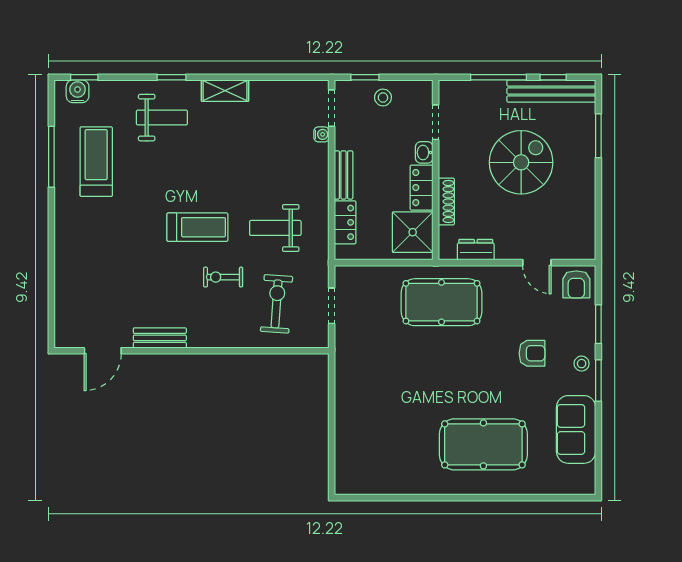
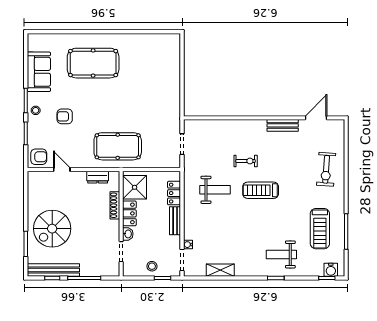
shelving: (225, 91) -> (220, 270), moved
spiral stairs: (521, 162) -> (52, 229), moved
armchair: (576, 284) -> (39, 157), turned 90
exercise bike: (277, 304) -> (326, 169), moved

